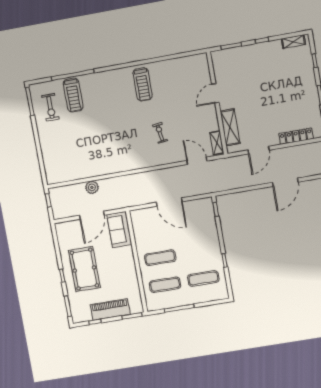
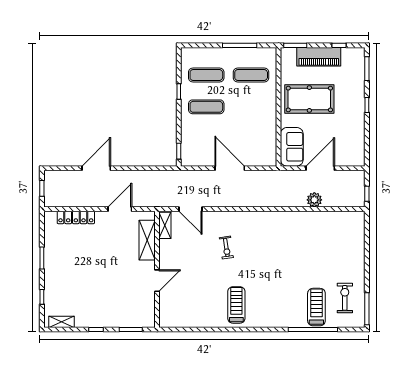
exercise mat: (160, 258) -> (206, 107), moved
pool table: (84, 269) -> (309, 99), moved, turned 90

